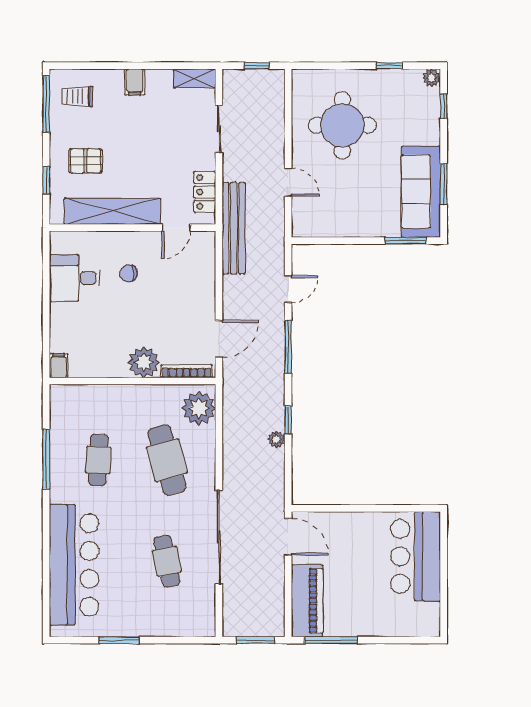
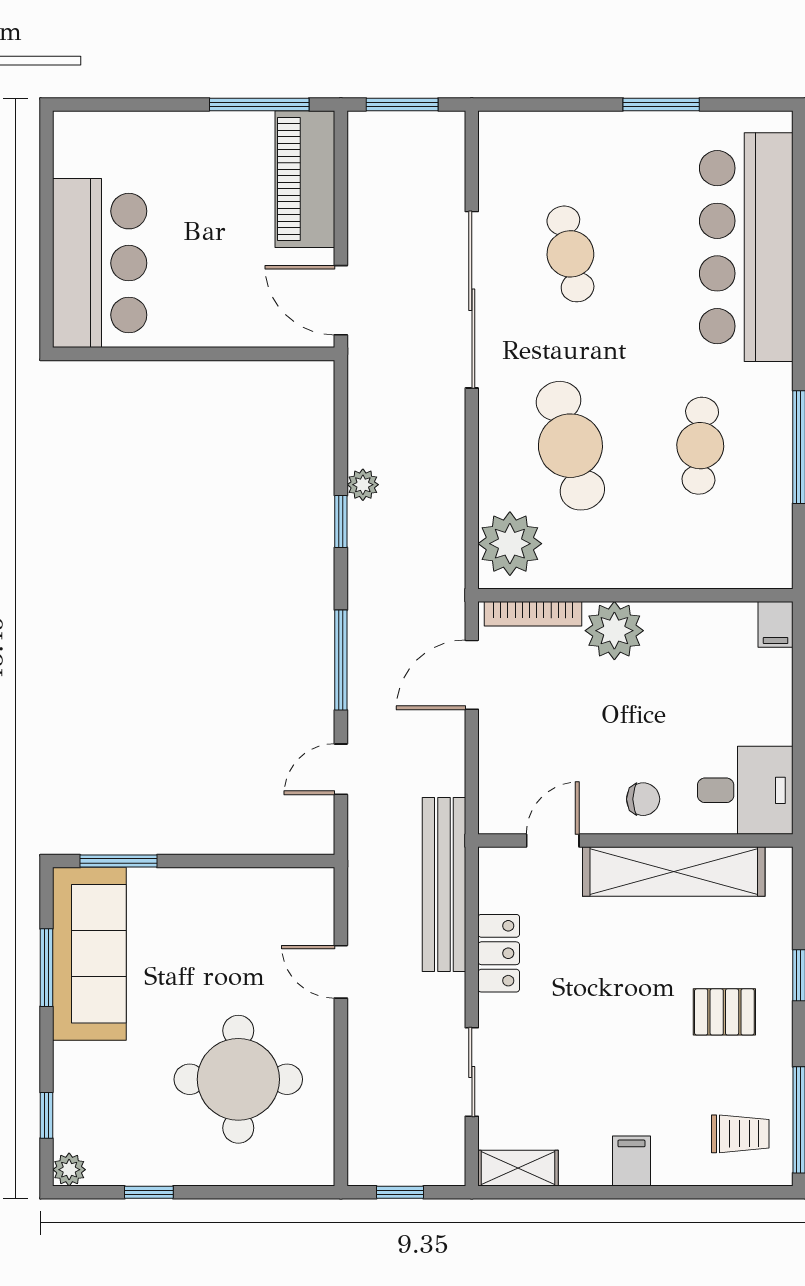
shelving: (112, 211) -> (674, 872), moved
wall: (133, 228) -> (635, 841), moved
door: (176, 228) -> (553, 841), moved

